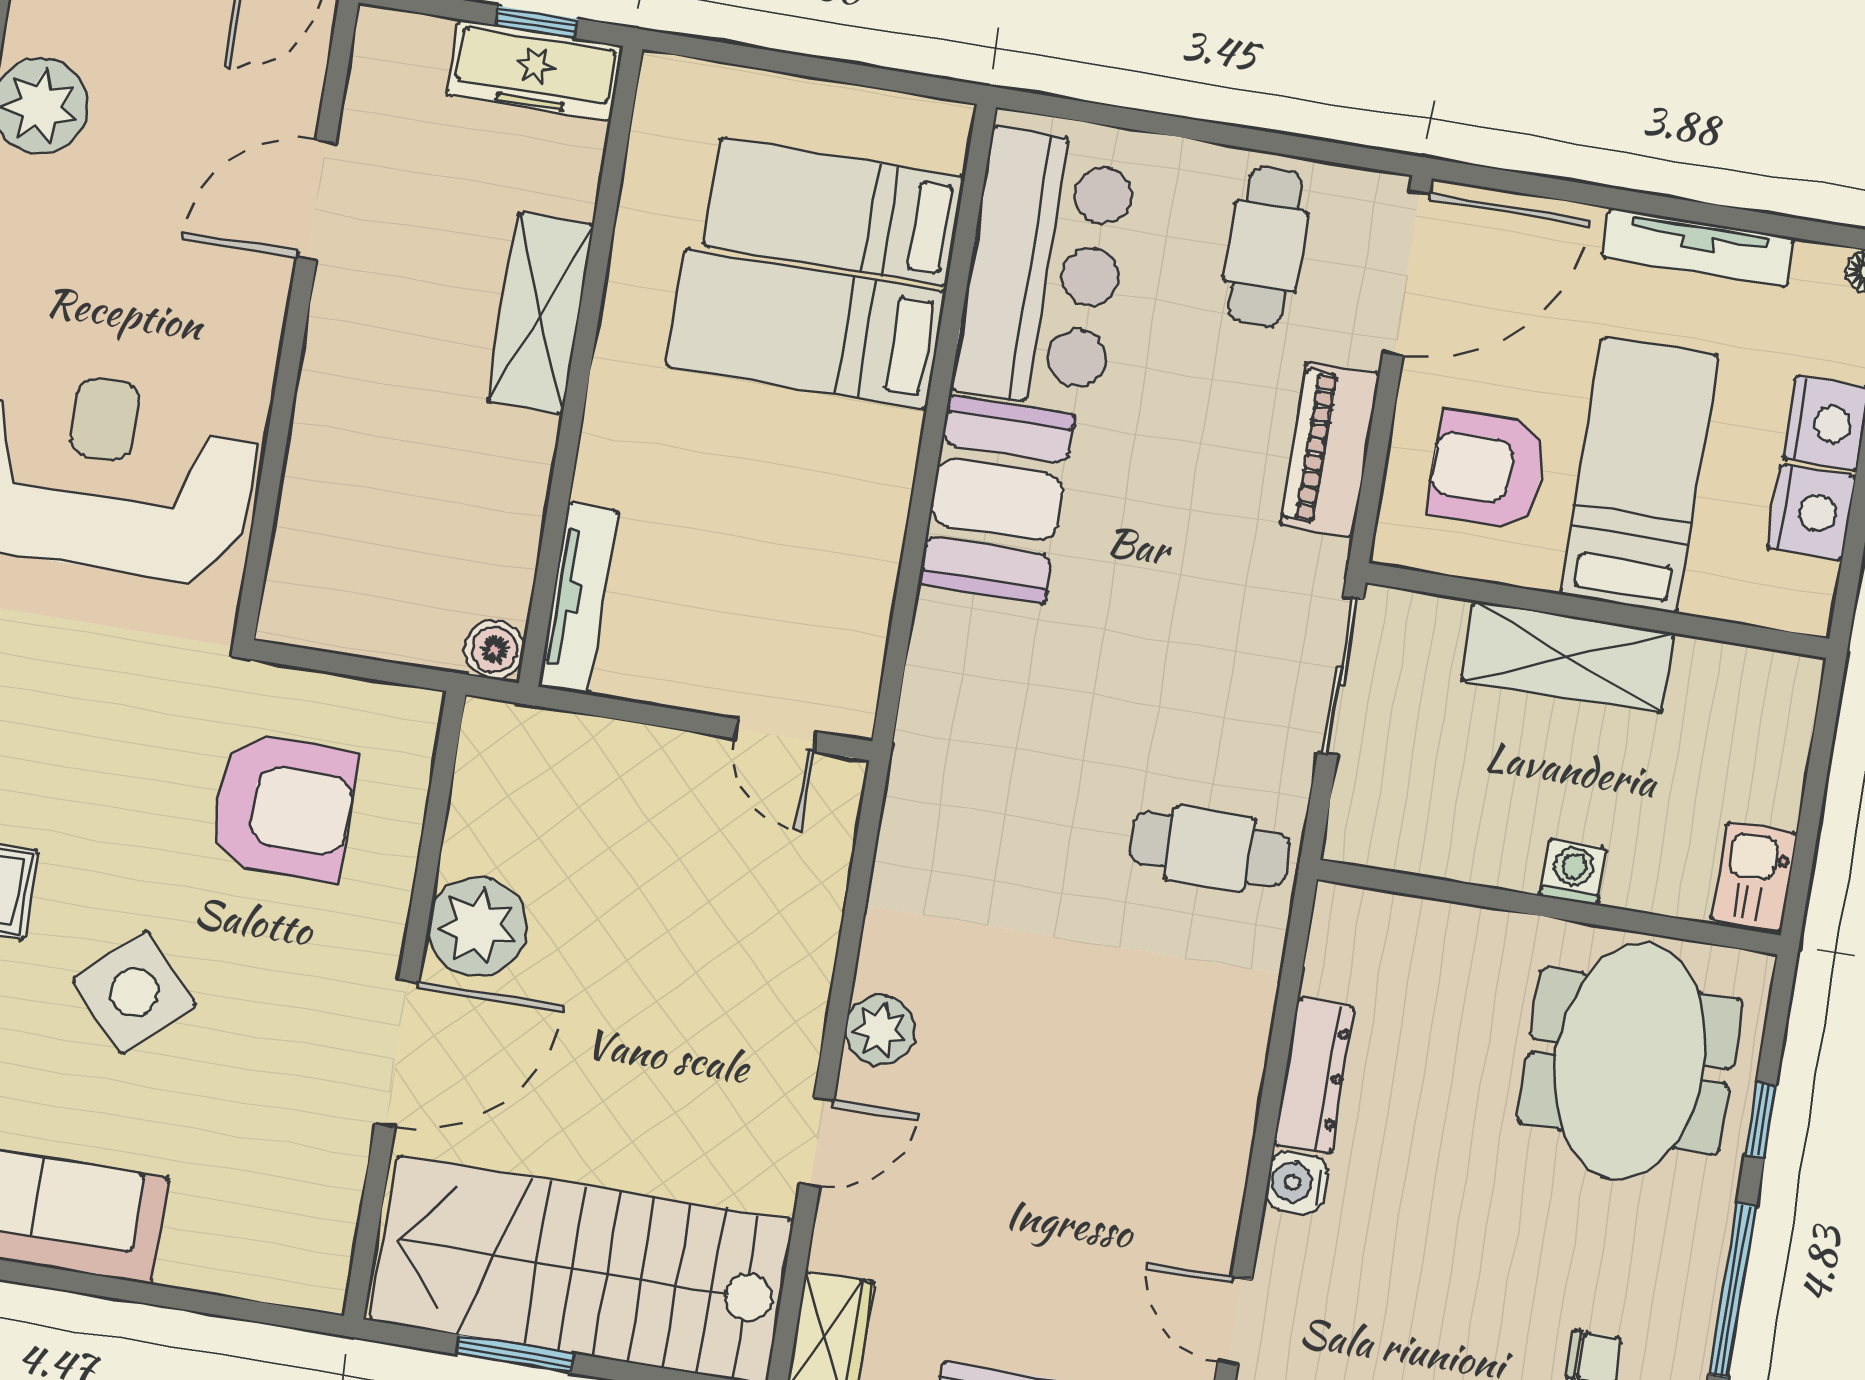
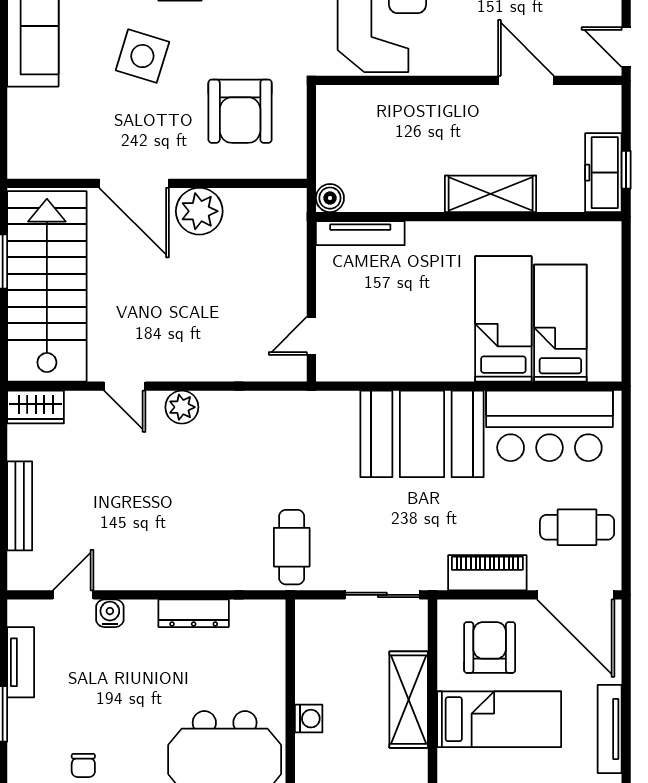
booth: (997, 500) -> (422, 434), width x1.36, depth x1.42
side table: (134, 992) -> (142, 56), turned -30
water cooler: (1297, 1183) -> (110, 613), moved

